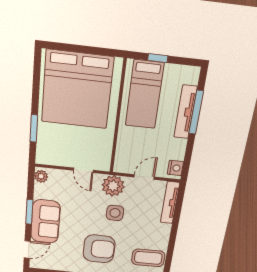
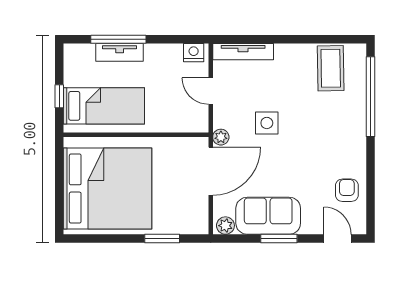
tv unit: (185, 112) -> (120, 52), width x0.71
door: (83, 170) -> (211, 171), width x1.88
plant: (113, 186) -> (221, 137), width x0.53, depth x0.53
sofa: (45, 222) -> (268, 216), moved
armchair: (99, 249) -> (347, 190), moved, width x0.53, depth x0.53

